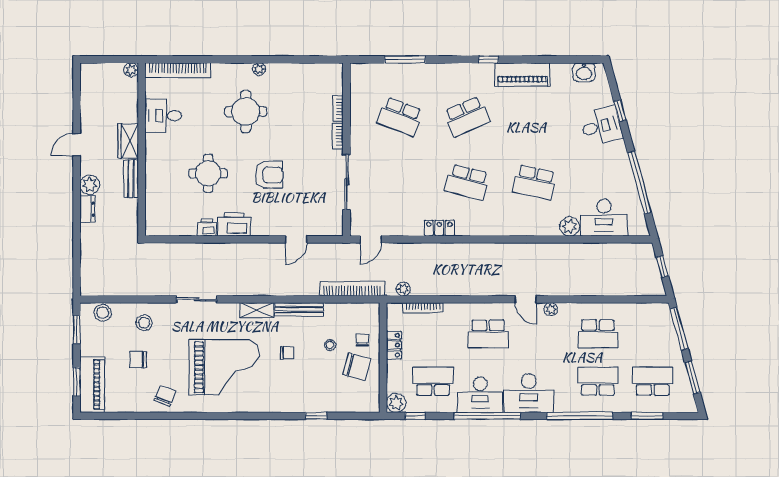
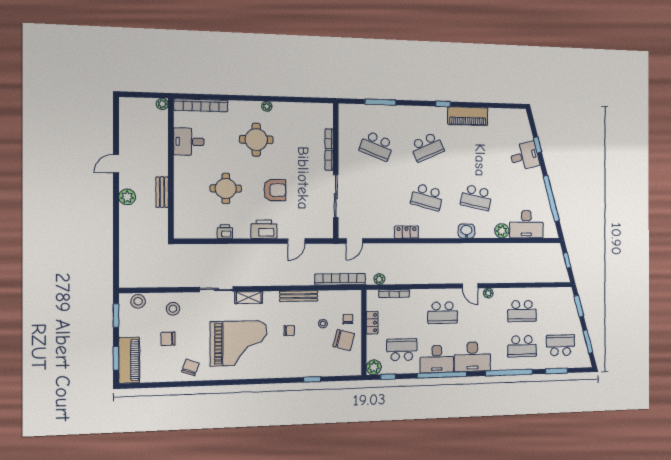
washbasin: (584, 72) -> (466, 231), moved, turned 180
wardrobe: (128, 141) -> (160, 161), removed
dresser: (87, 209) -> (125, 217), removed
printer: (234, 224) -> (264, 229), moved
shelving: (257, 310) -> (249, 298), moved
window: (679, 329) -> (579, 306), width x0.69
school desk: (598, 381) -> (522, 346), turned 180

